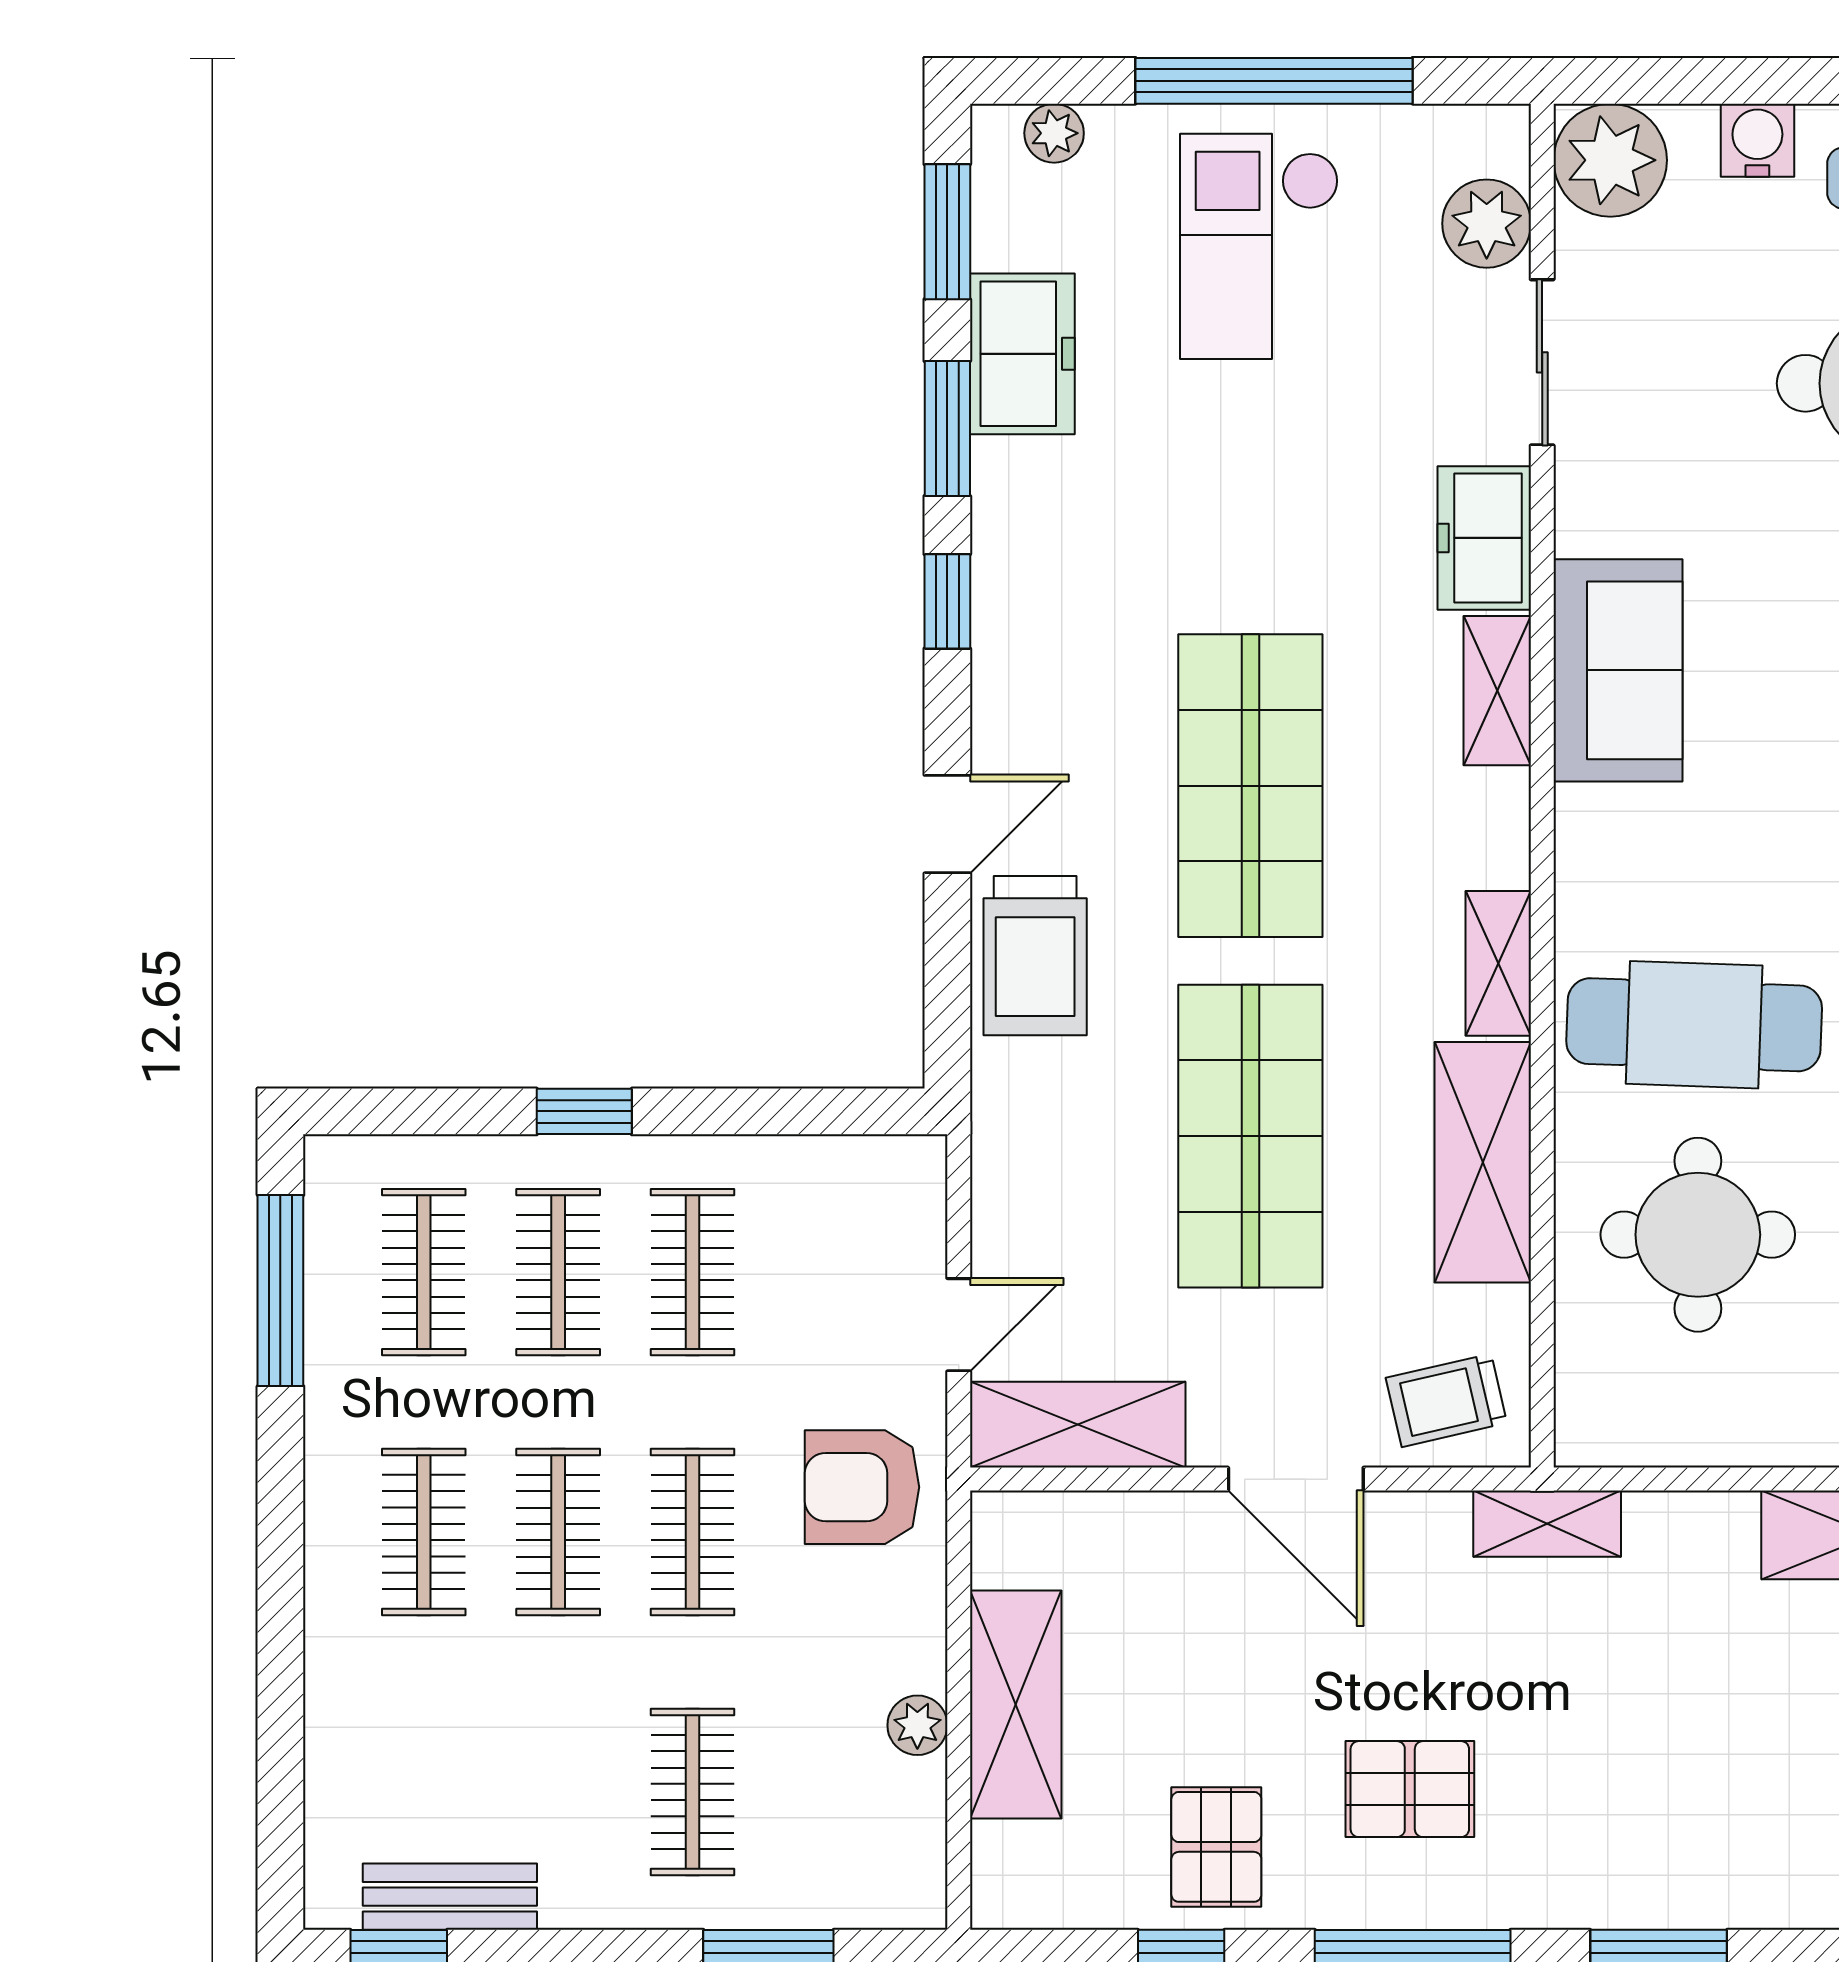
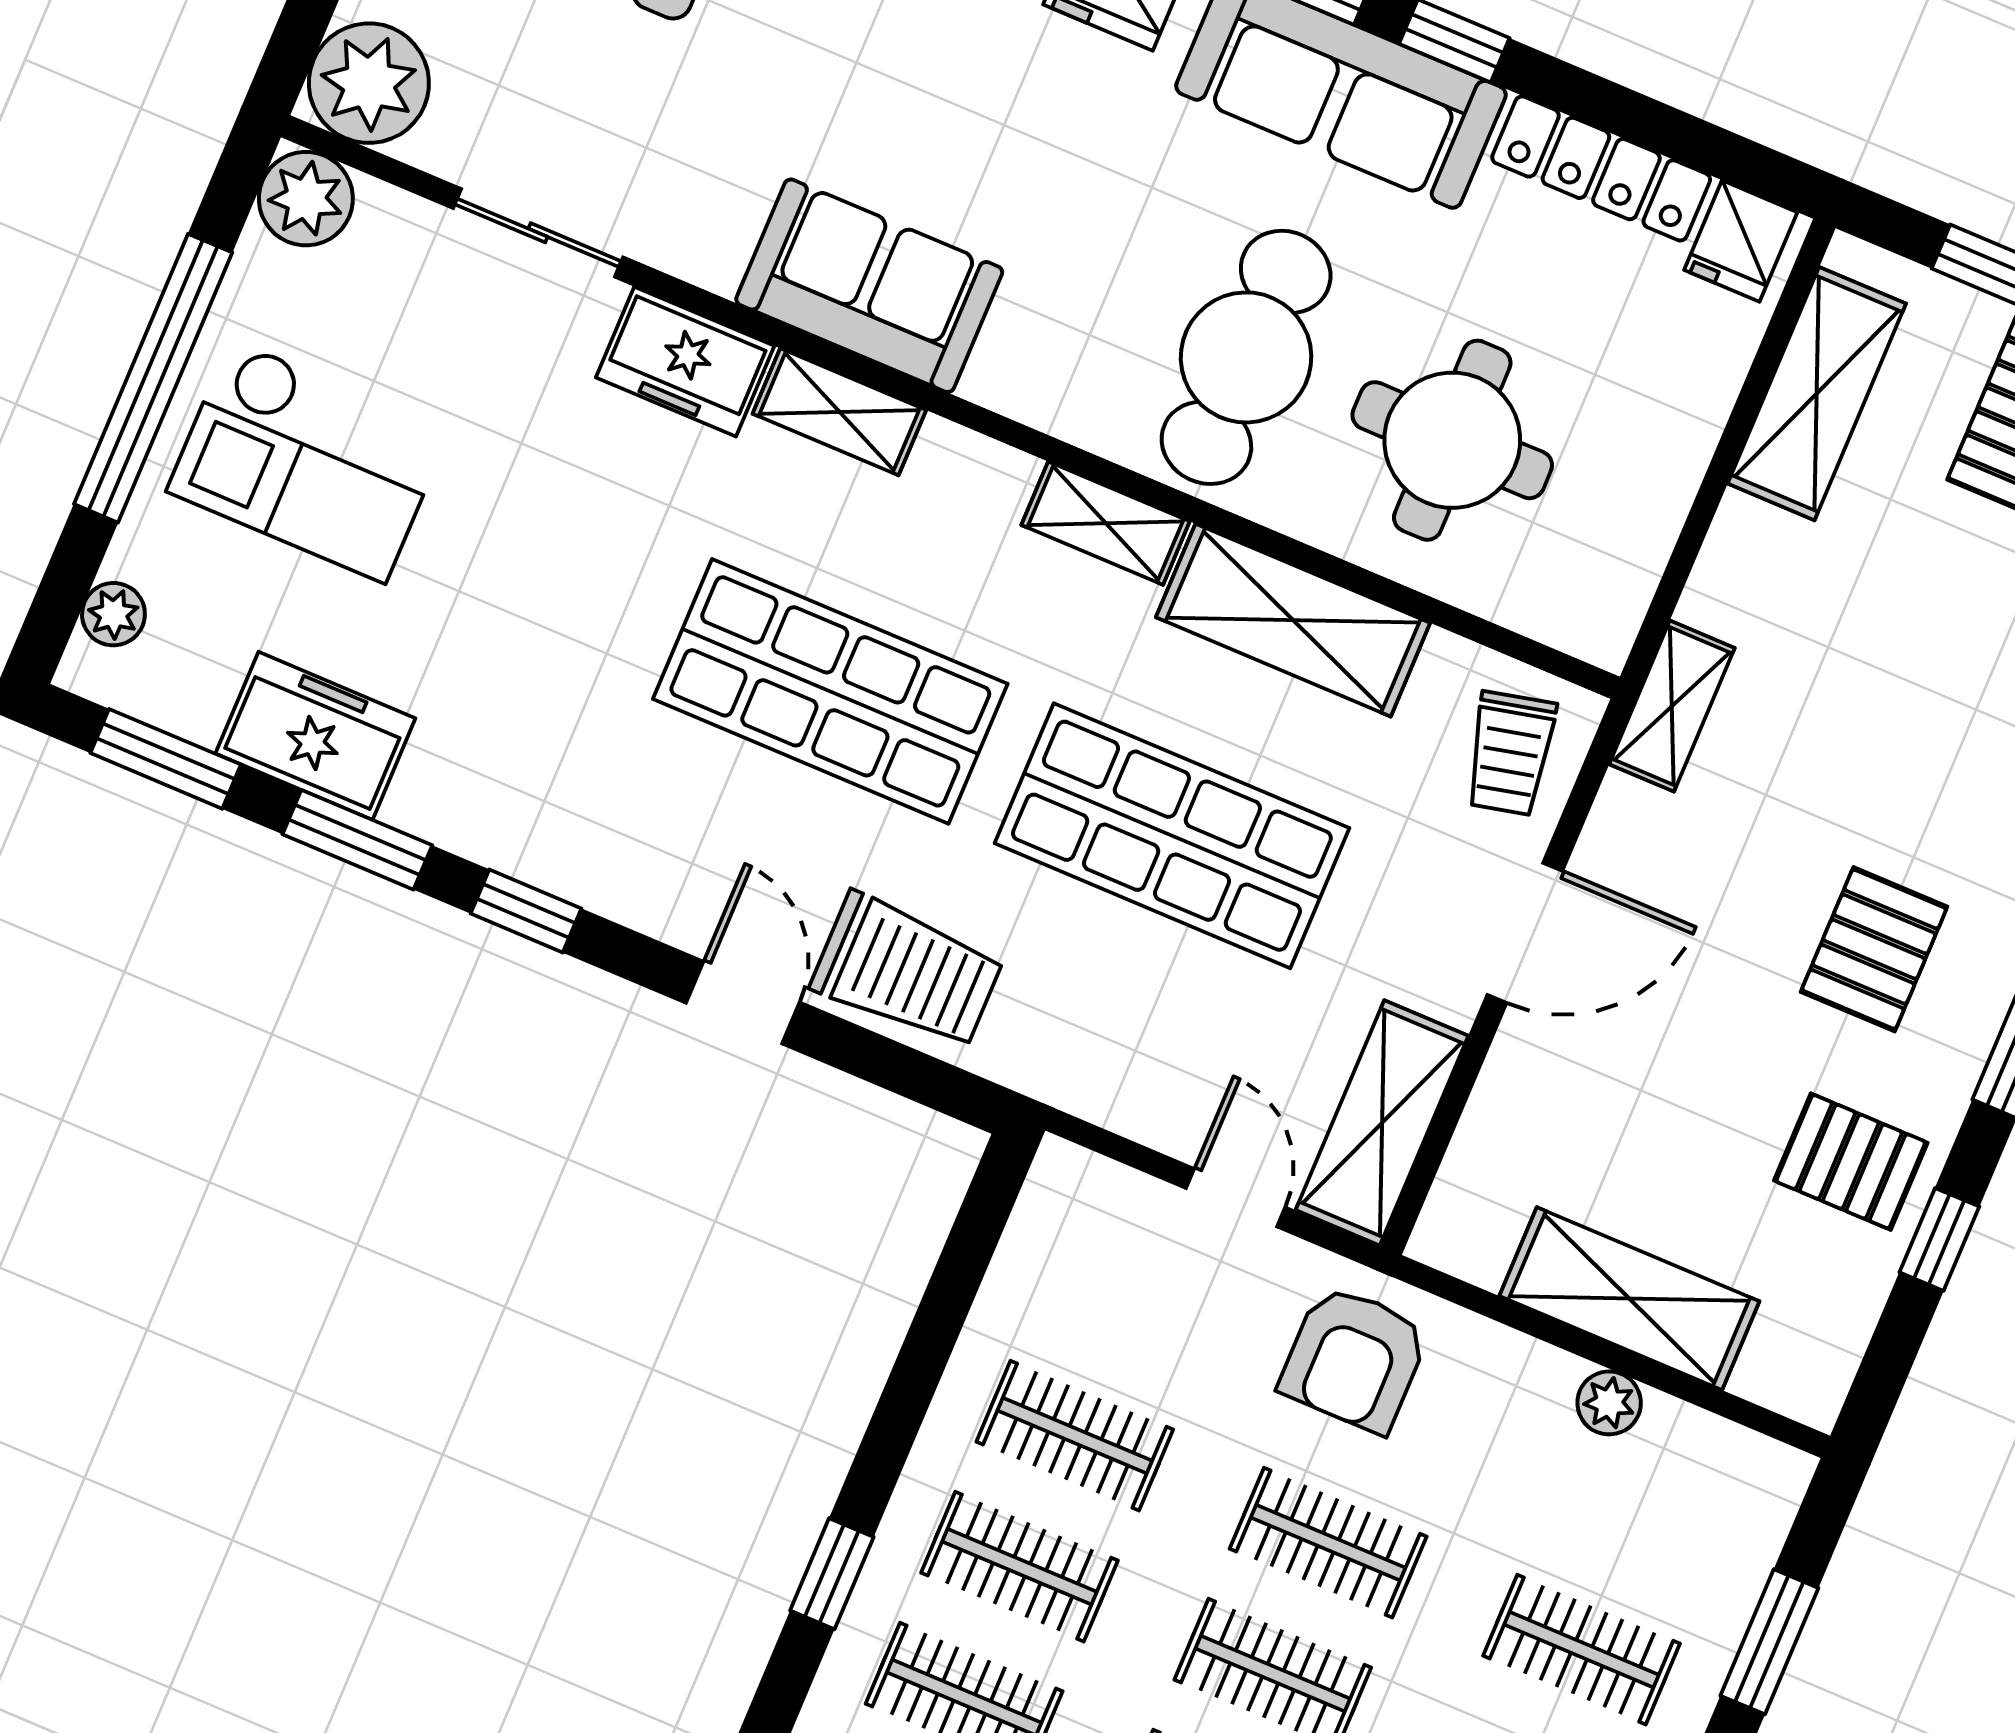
plant: (1487, 224) -> (306, 199), moved
window: (584, 1111) -> (832, 1574), moved

